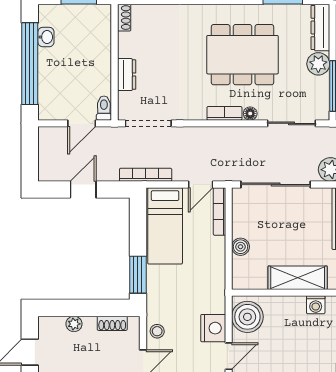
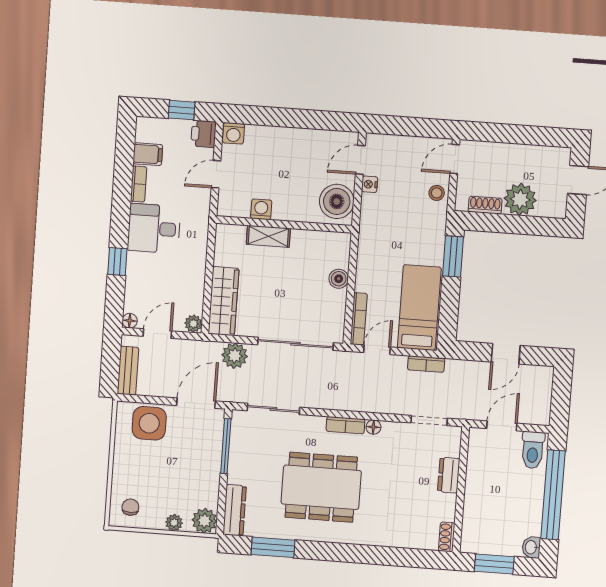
washbasin: (46, 37) -> (531, 547), moved
plant: (318, 64) -> (240, 471), removed
toilet: (104, 108) -> (533, 450), moved, width x1.37, depth x1.39
floor lamp: (250, 114) -> (373, 427), moved
doorway: (148, 123) -> (429, 420), width x0.73
bookcase: (146, 175) -> (426, 364), width x0.64
shelving: (298, 278) -> (268, 236), width x0.67, depth x0.75
plant: (74, 324) -> (520, 199), width x1.88, depth x1.88
nightstand: (213, 328) -> (370, 184), width x0.53, depth x0.56

